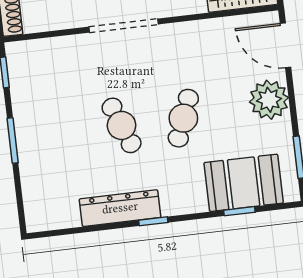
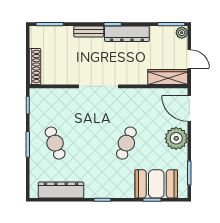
cafe table: (122, 125) -> (55, 143), moved
dresser: (120, 208) -> (61, 190), moved

